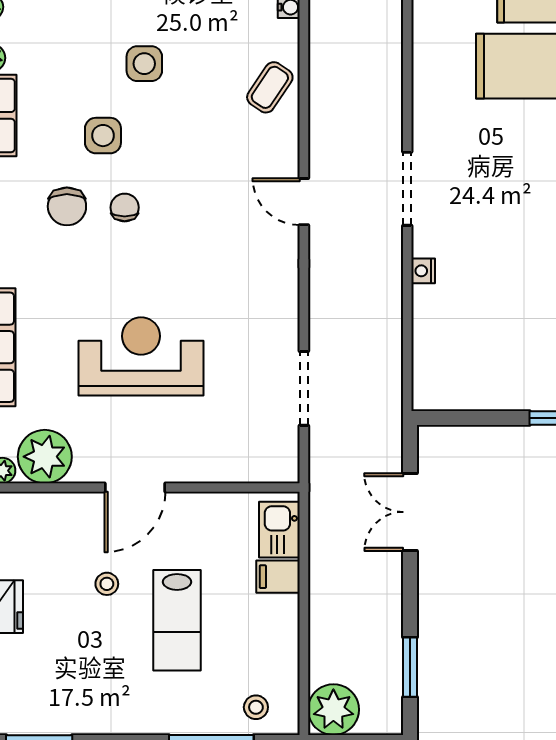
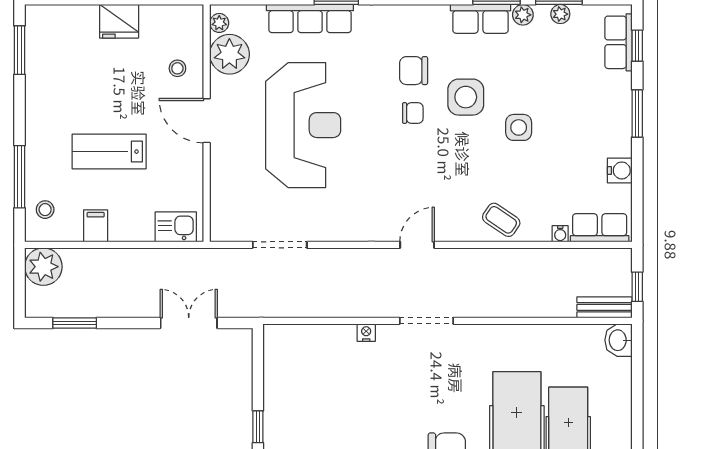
side table: (103, 136) -> (466, 97), width x1.37, depth x1.37
reception desk: (141, 356) -> (303, 125), width x1.36, depth x1.30
filing cabinet: (278, 577) -> (96, 226), moved
stool: (107, 584) -> (177, 68), moved

